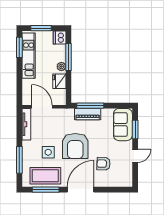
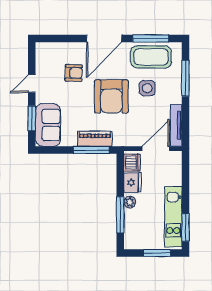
dishwasher: (60, 38) -> (132, 163), moved
door: (42, 107) -> (156, 149), swing flipped
armchair: (75, 146) -> (111, 96), turned 180

